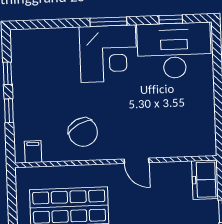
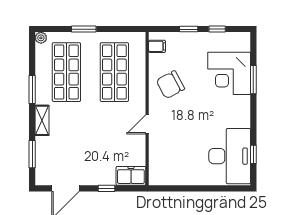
window: (108, 22) -> (253, 80), moved
corner desk: (108, 54) -> (229, 73), moved

